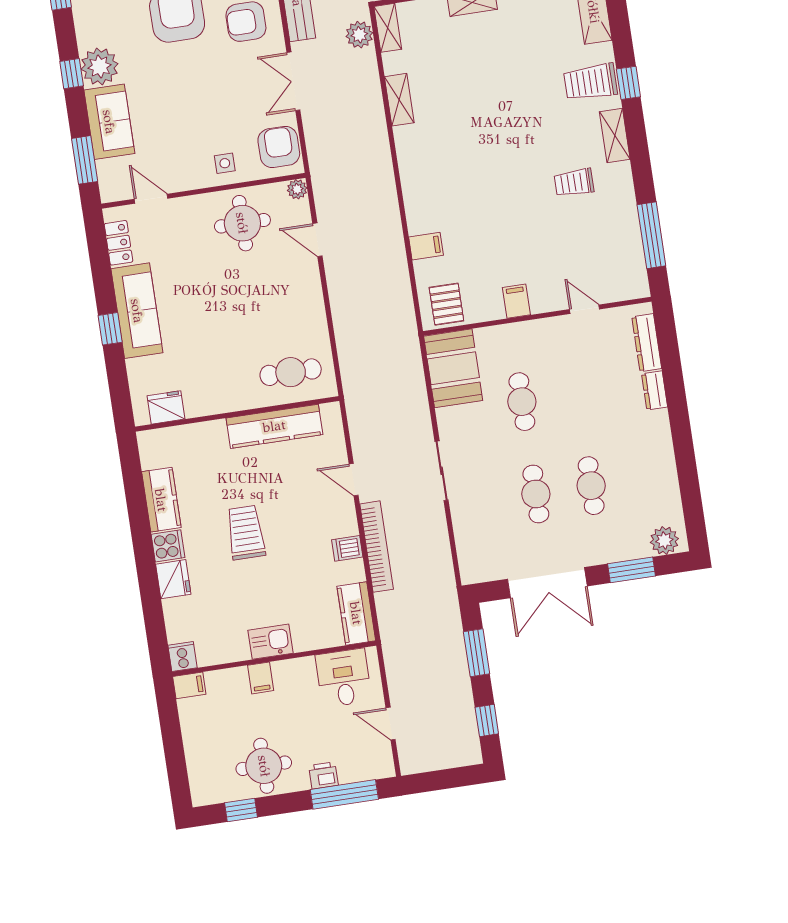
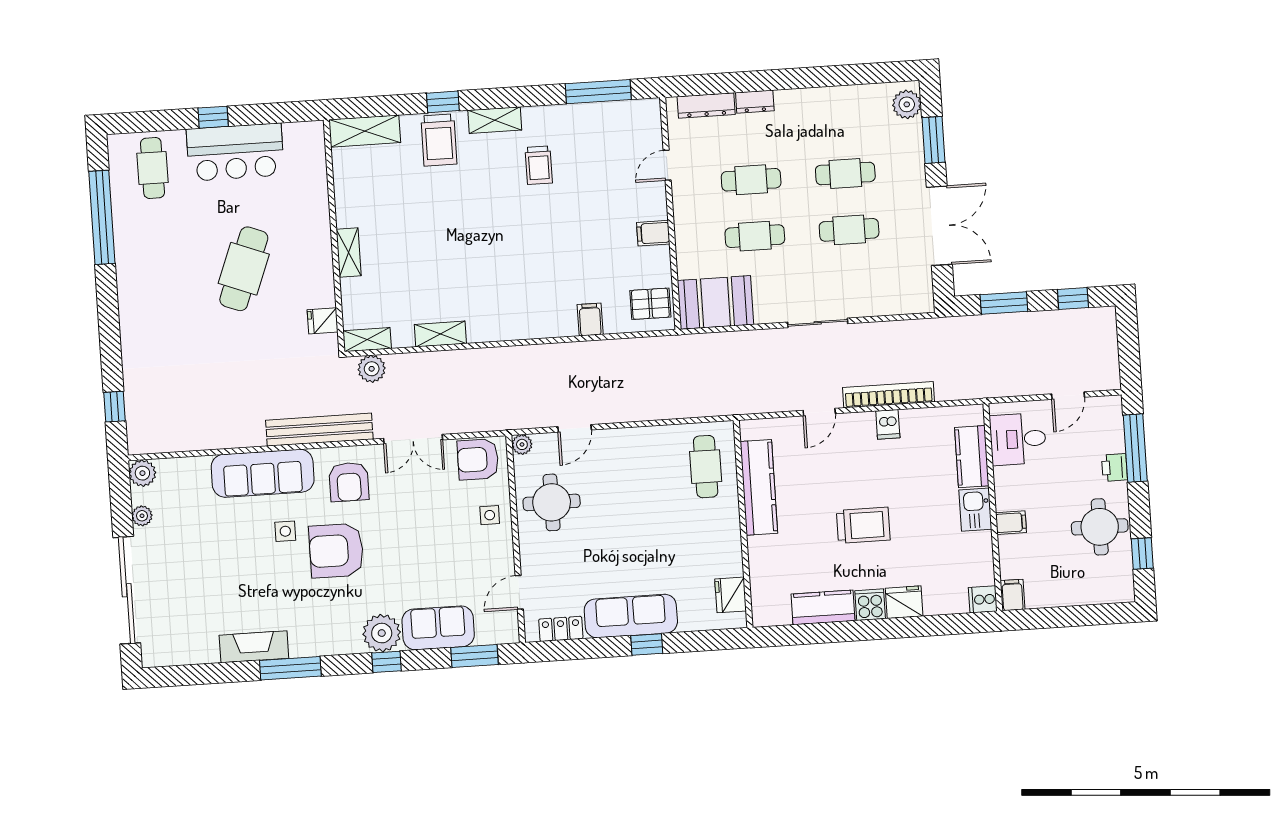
cafe table: (577, 393) -> (751, 180), added
trolley: (246, 533) -> (863, 525), turned 180
kitchen counter: (356, 613) -> (972, 457), moved, turned 90

